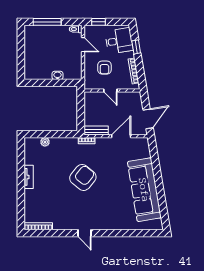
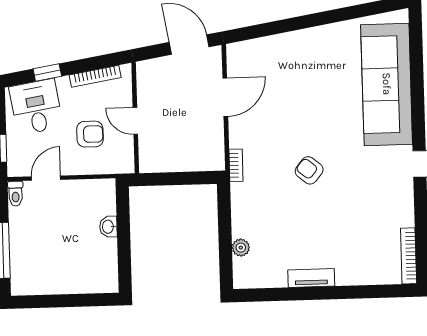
door: (110, 91) -> (135, 121), swing flipped
bench: (96, 131) -> (215, 147), removed
door: (121, 136) -> (225, 97), swing flipped
armchair: (83, 177) -> (309, 170), width x0.53, depth x0.53
sofa: (144, 190) -> (387, 84), moved, turned 99

